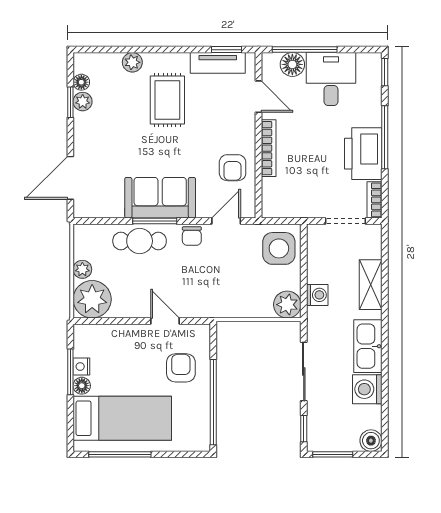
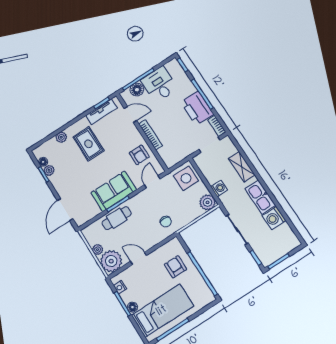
chair: (192, 236) -> (166, 222), moved
door: (165, 321) -> (139, 258), moved
nightstand: (81, 367) -> (120, 287), moved
boiler: (371, 441) -> (293, 242), removed

